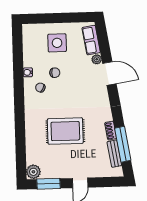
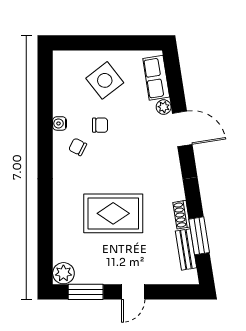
side table: (57, 43) -> (105, 80), turned -38
window: (123, 144) -> (199, 236), width x0.69

